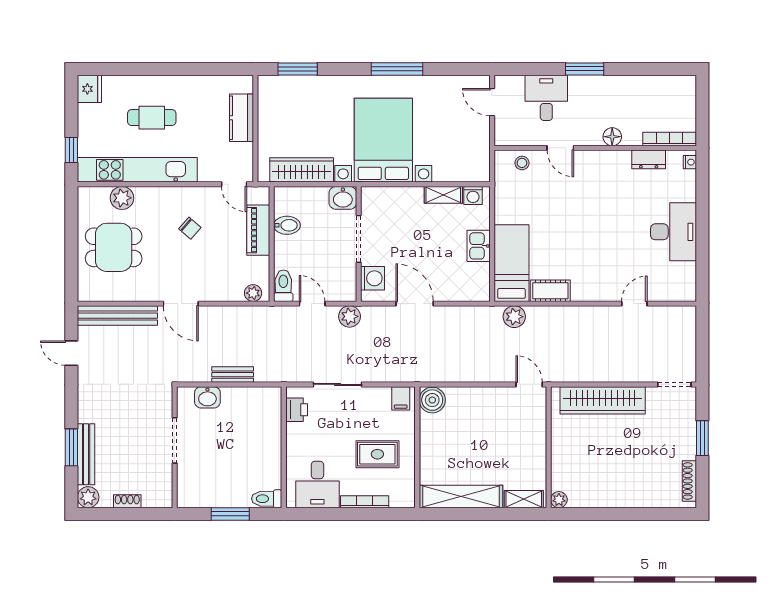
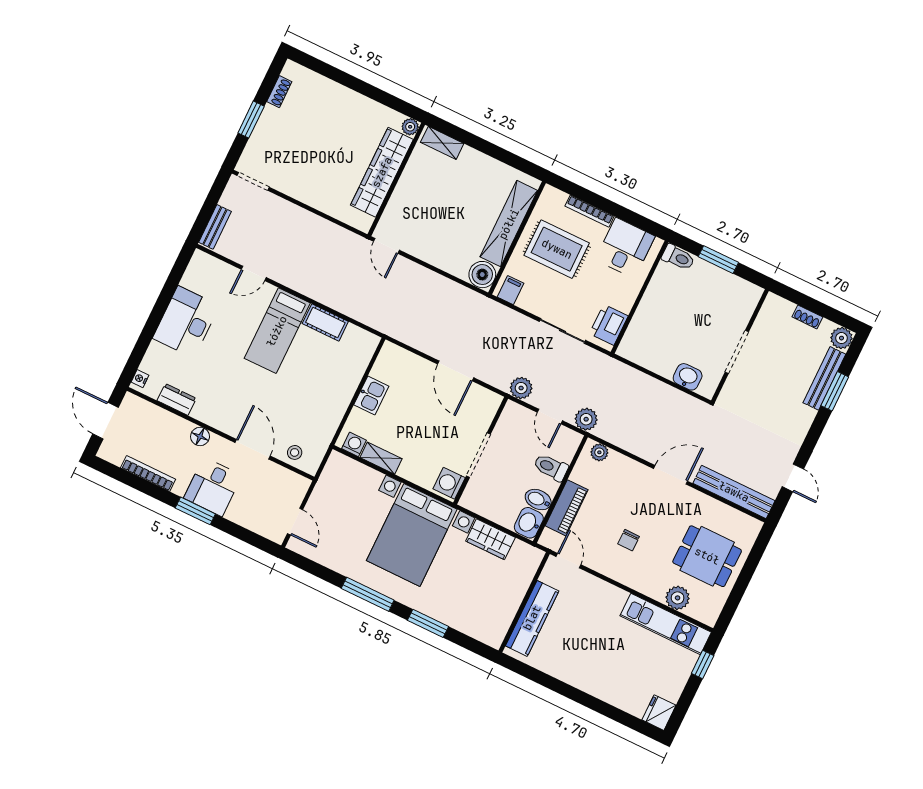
window: (298, 69) -> (428, 623), moved
desk: (546, 98) -> (213, 487), moved
door: (702, 110) -> (105, 421), added
cafe table: (152, 118) -> (614, 658), removed
kitchen counter: (242, 118) -> (532, 618), width x1.50
bookcase: (669, 139) -> (148, 473), moved, turned 180
door: (560, 148) -> (253, 449), width x1.38
kitchen unit: (137, 170) -> (666, 624), width x0.73
wardrobe: (302, 170) -> (490, 539), width x0.67
washbasin: (343, 198) -> (529, 523), moved, turned -90
chair: (190, 228) -> (629, 540), turned -131
bed: (511, 263) -> (277, 331), moved
washing machine: (372, 278) -> (449, 483), moved
toilet: (283, 286) -> (551, 467), moved, turned 90
door: (181, 304) -> (670, 475), hinge flipped
plant: (514, 317) -> (586, 419), moved
bench: (233, 375) -> (215, 227), moved, turned 90
wardrobe: (603, 400) -> (382, 172), moved, turned -90
printer: (297, 410) -> (609, 325), width x1.36, depth x1.24
rug: (377, 454) -> (557, 249), width x1.36, depth x1.43
shoe rack: (689, 481) -> (279, 92), width x0.70
shelving: (461, 496) -> (509, 224), moved, turned 90

